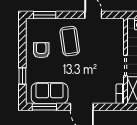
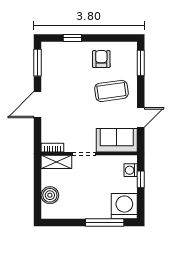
armchair: (41, 50) -> (101, 59), turned -90
sofa: (50, 93) -> (117, 140), moved, turned -90

